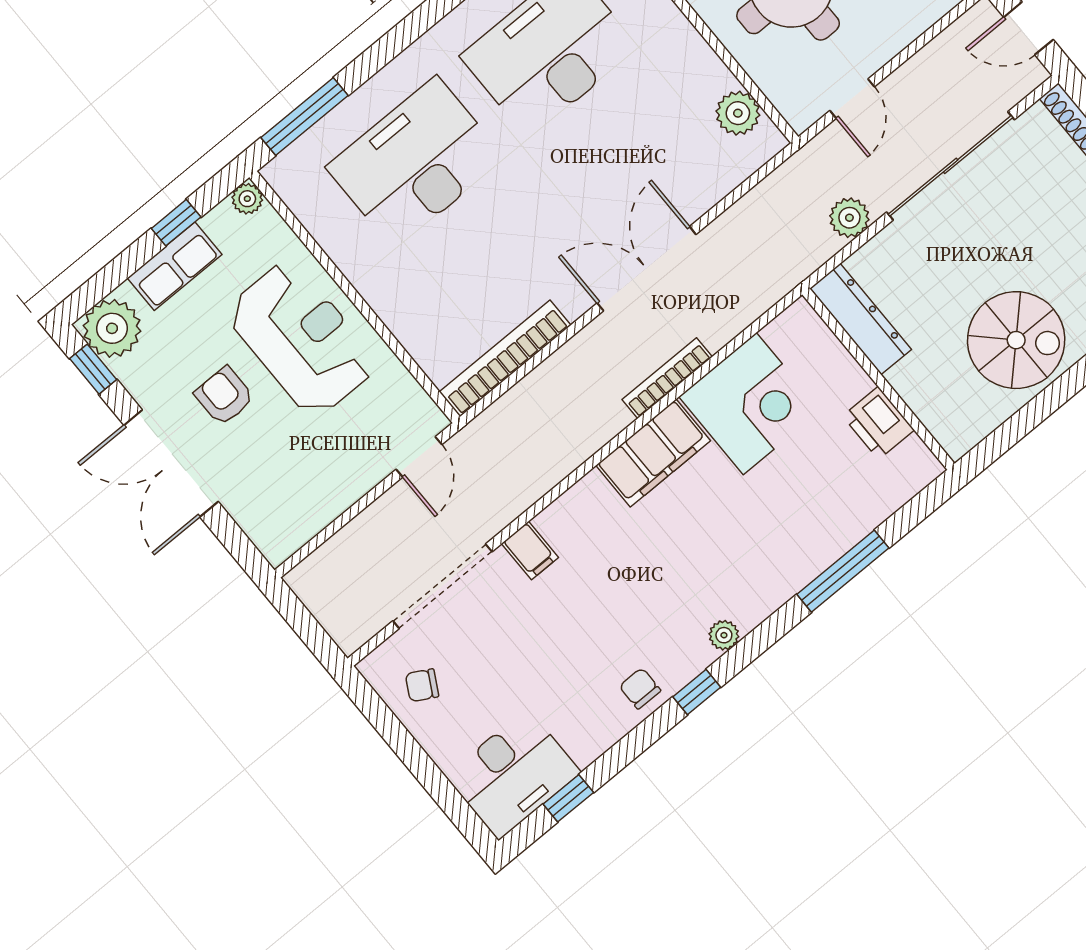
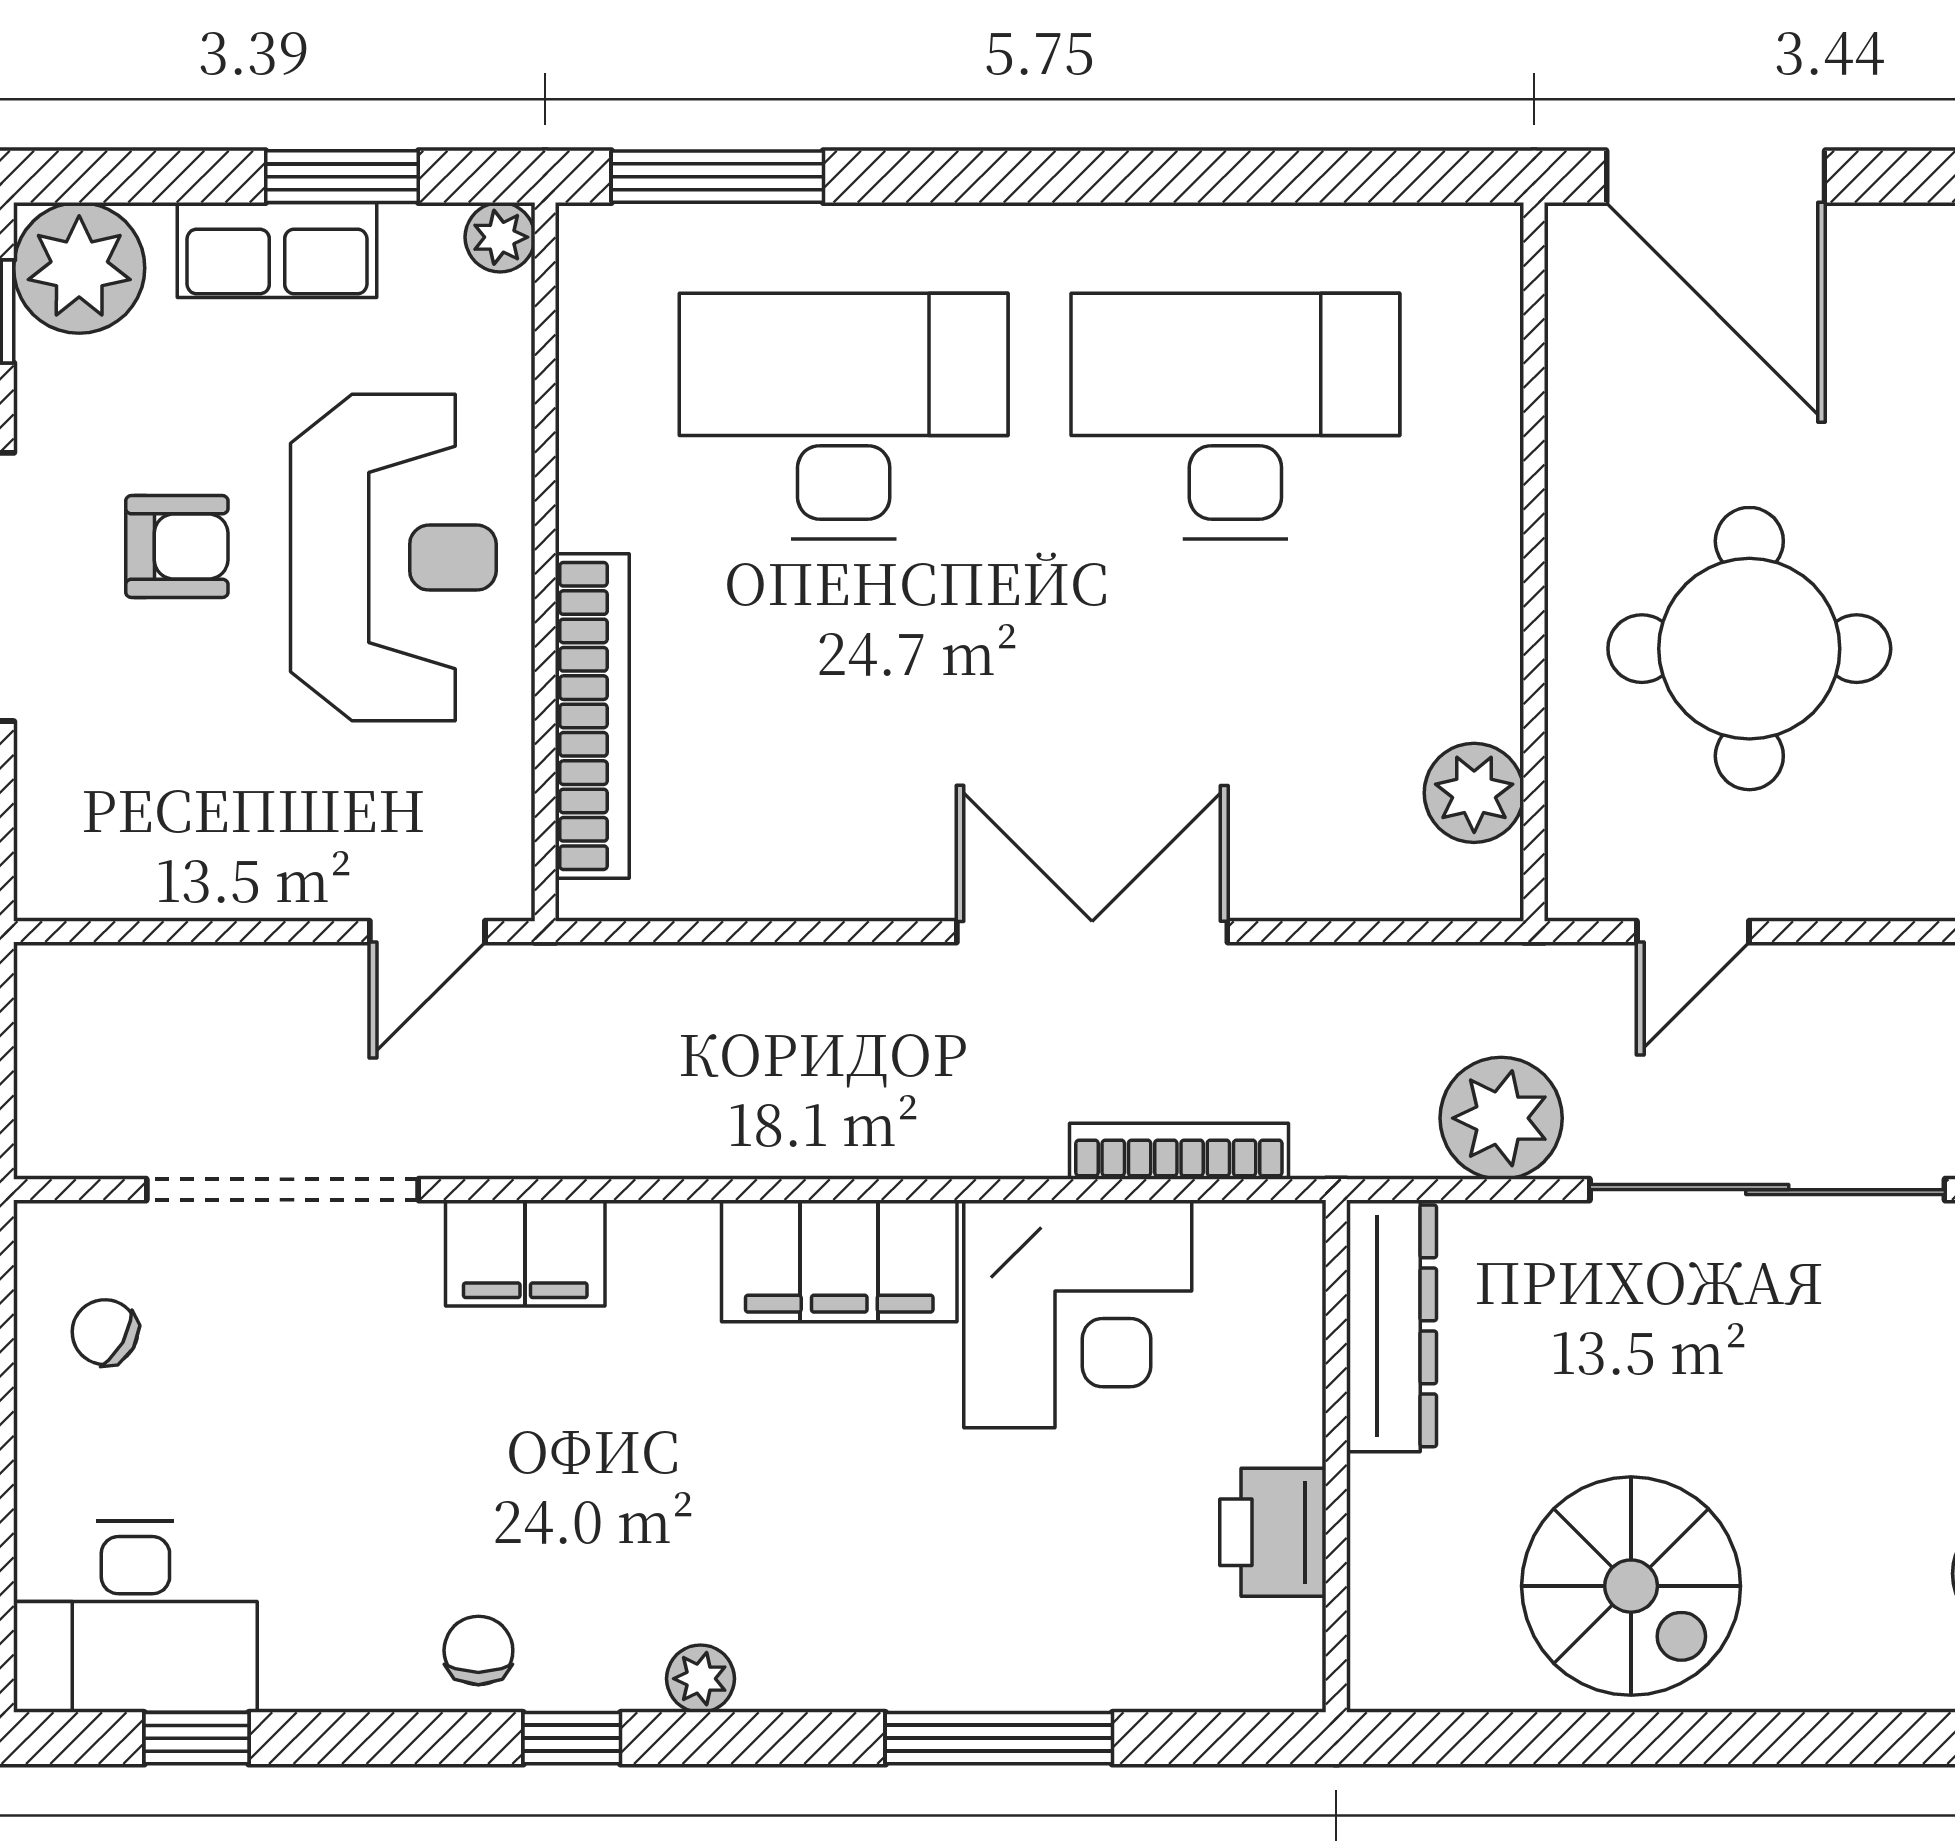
plant: (849, 218) -> (1501, 1118), width x1.36, depth x1.36
window: (176, 223) -> (342, 177), width x1.50
bookcase: (505, 359) -> (592, 716), moved, turned 90
bookcase: (667, 378) -> (1179, 1151), moved
armchair: (224, 396) -> (177, 547), turned 90
filing cabinet: (530, 550) -> (525, 1253), width x2.00

